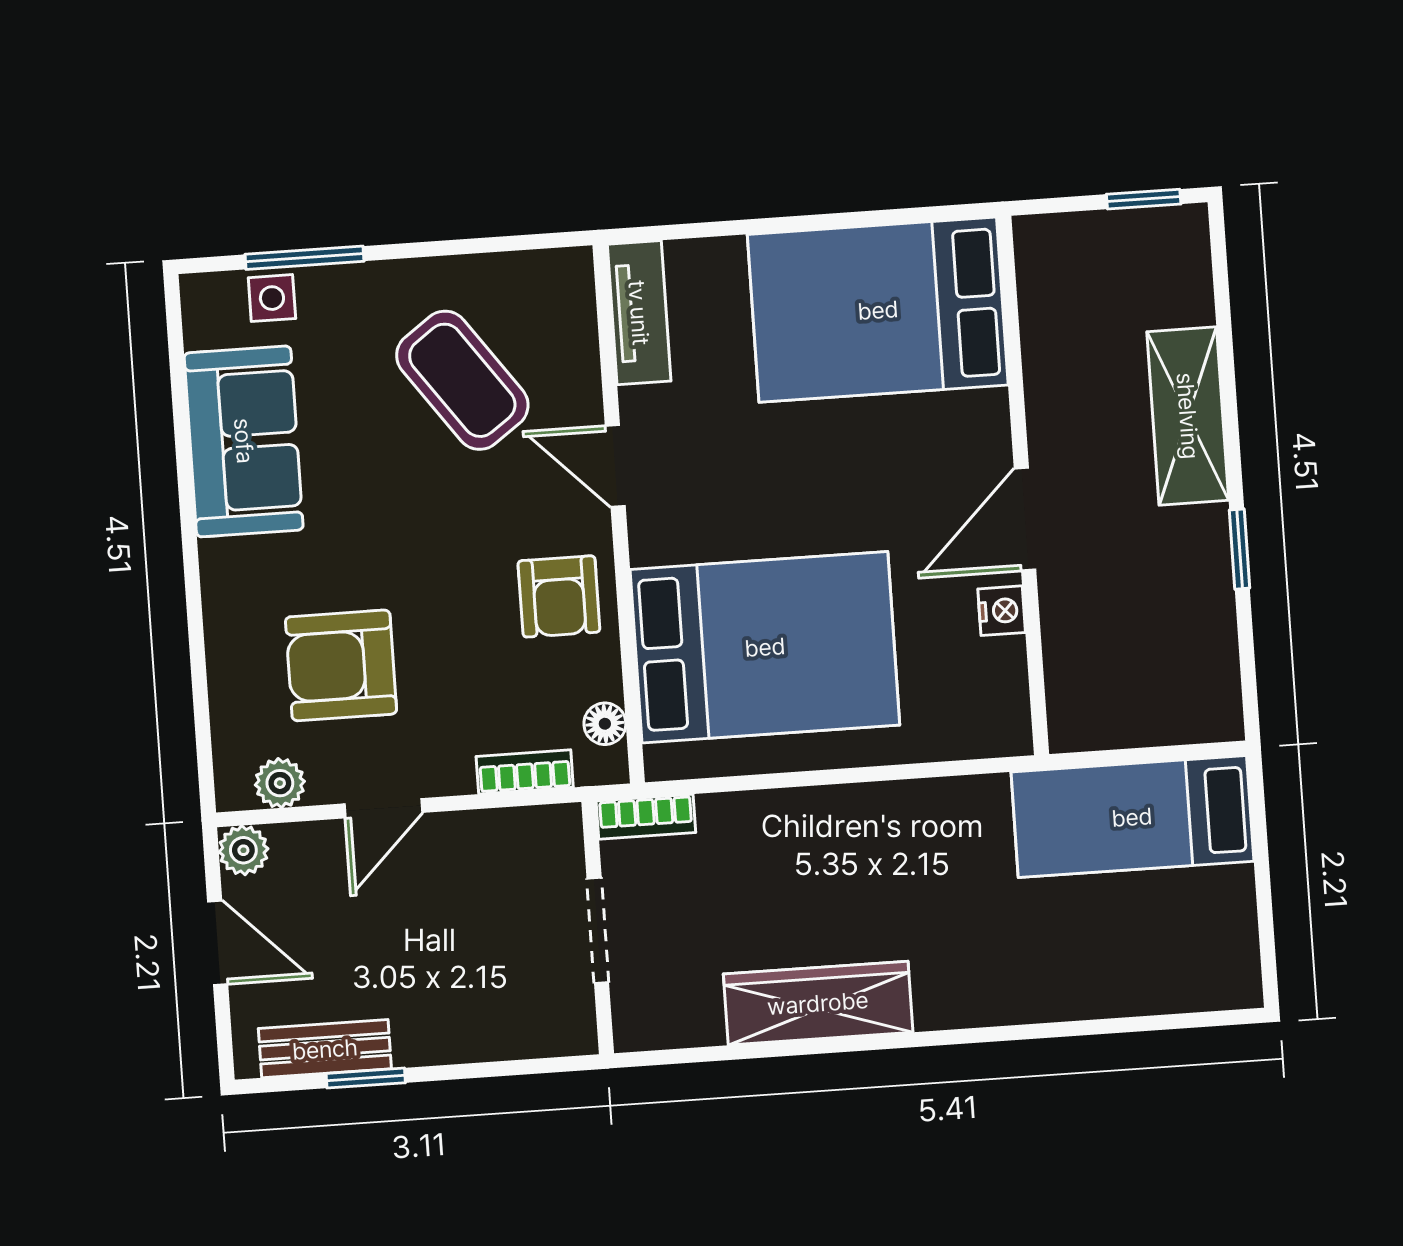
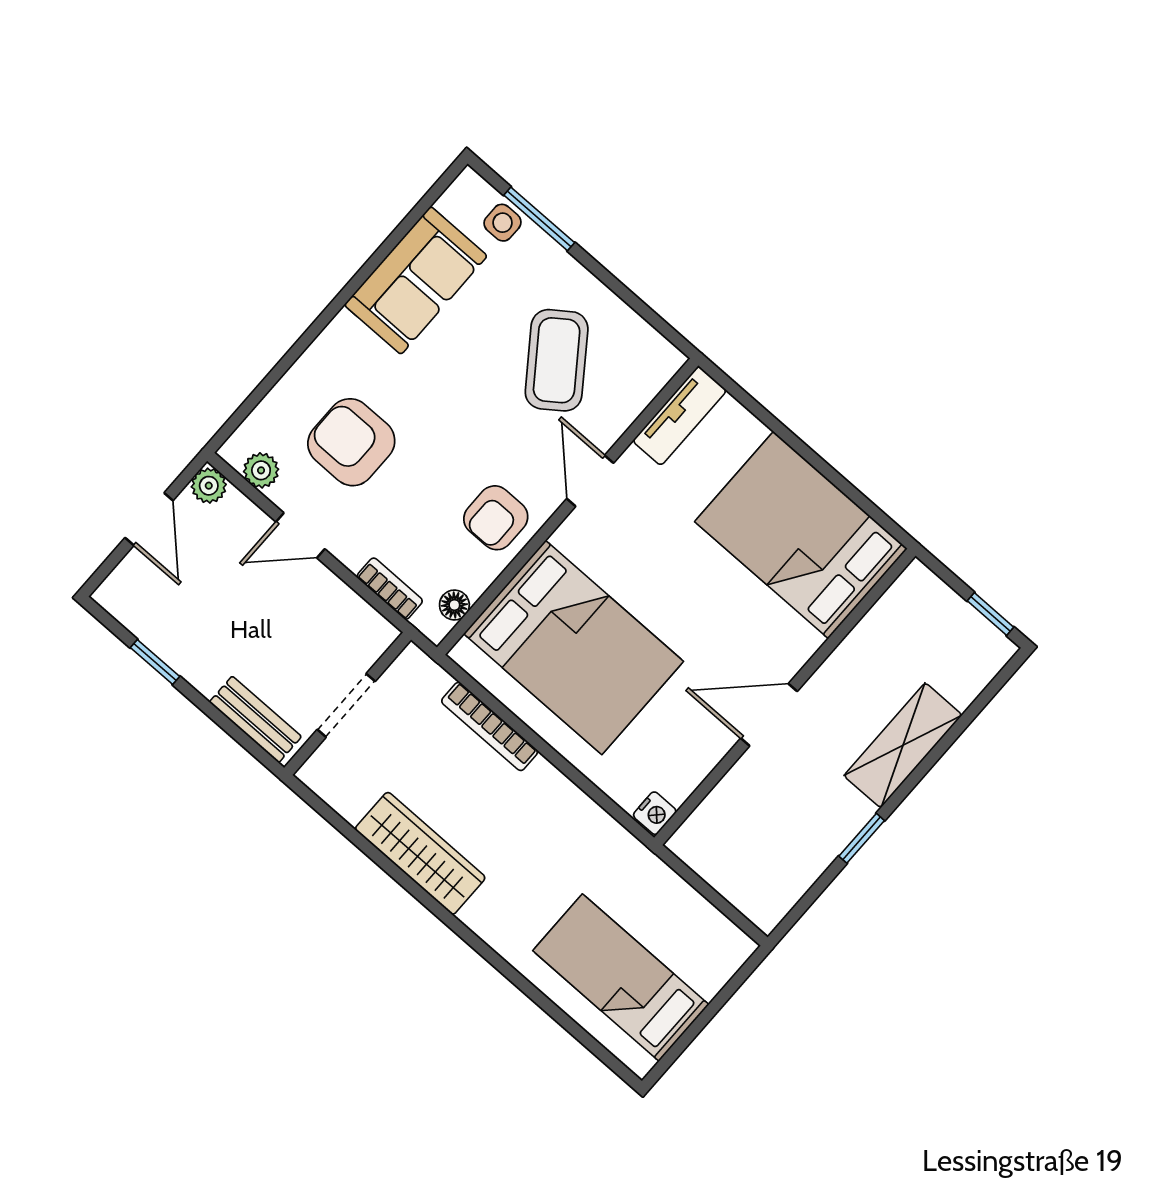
nightstand: (1002, 611) -> (655, 813), moved
bookcase: (646, 817) -> (490, 726), moved, width x1.56
bed: (1132, 817) -> (621, 978), moved
bench: (325, 1049) -> (255, 719), moved

